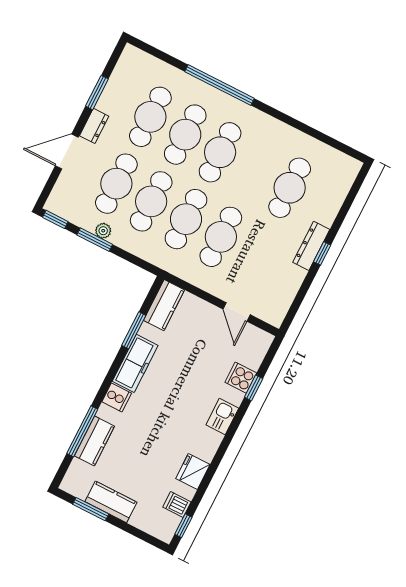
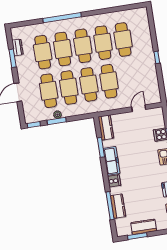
dresser: (94, 126) -> (18, 47), moved
cafe table: (255, 170) -> (103, 43), added
dresser: (311, 246) -> (150, 57), removed
door: (237, 312) -> (139, 108), swing flipped

